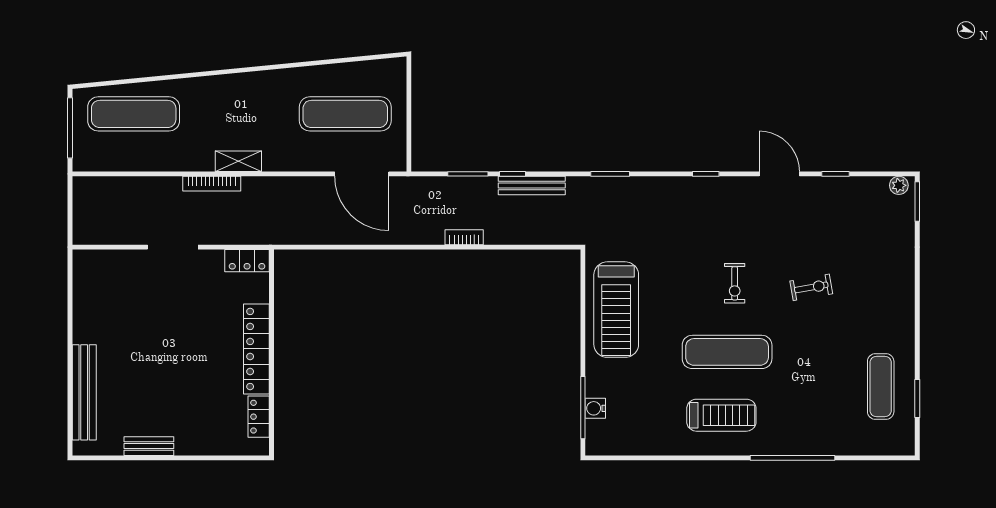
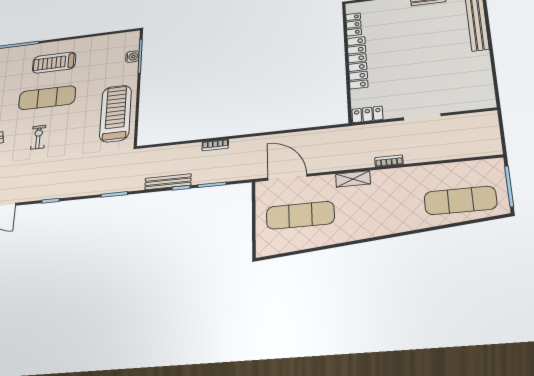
shelving: (238, 161) -> (353, 179), moved
bookcase: (212, 184) -> (389, 161), width x0.64

